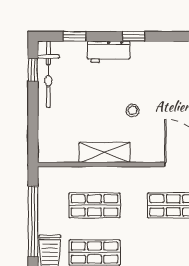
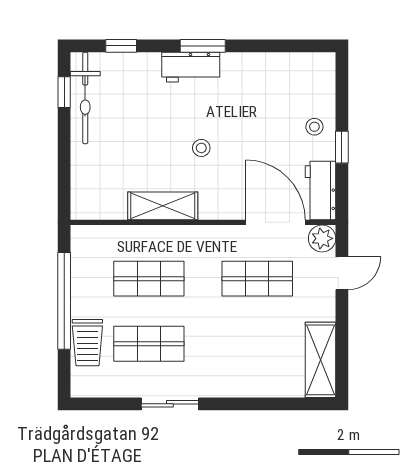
window: (134, 36) -> (203, 46), width x1.50
workbench: (109, 52) -> (191, 67), moved

